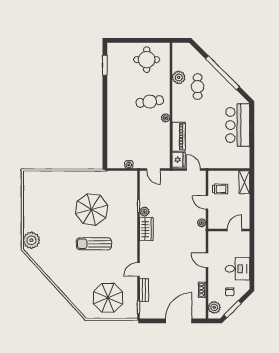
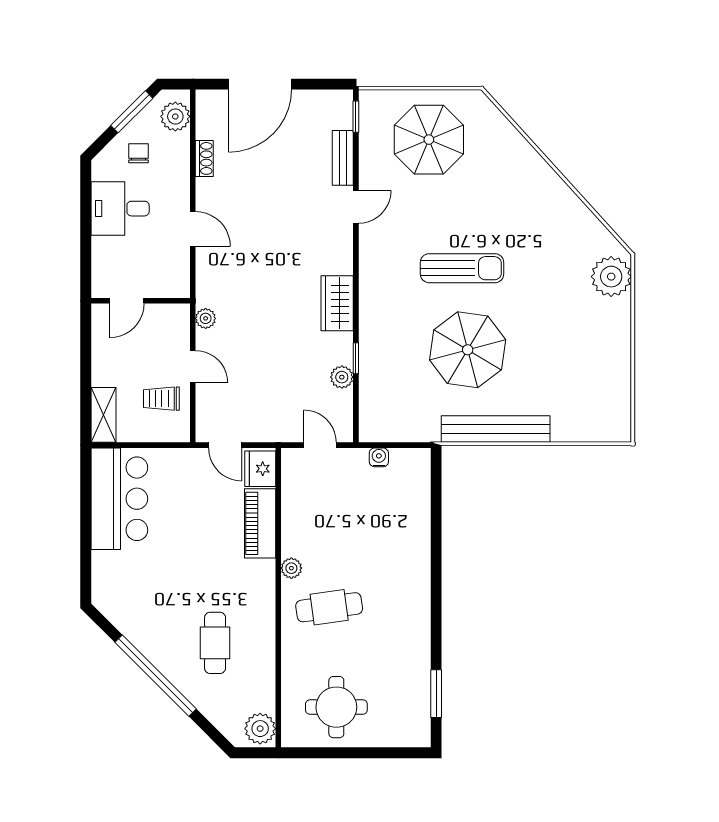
plant: (179, 77) -> (260, 729), moved
bar counter: (238, 125) -> (119, 499), moved
bench: (80, 176) -> (496, 429), added
plant: (144, 212) -> (342, 377), moved

